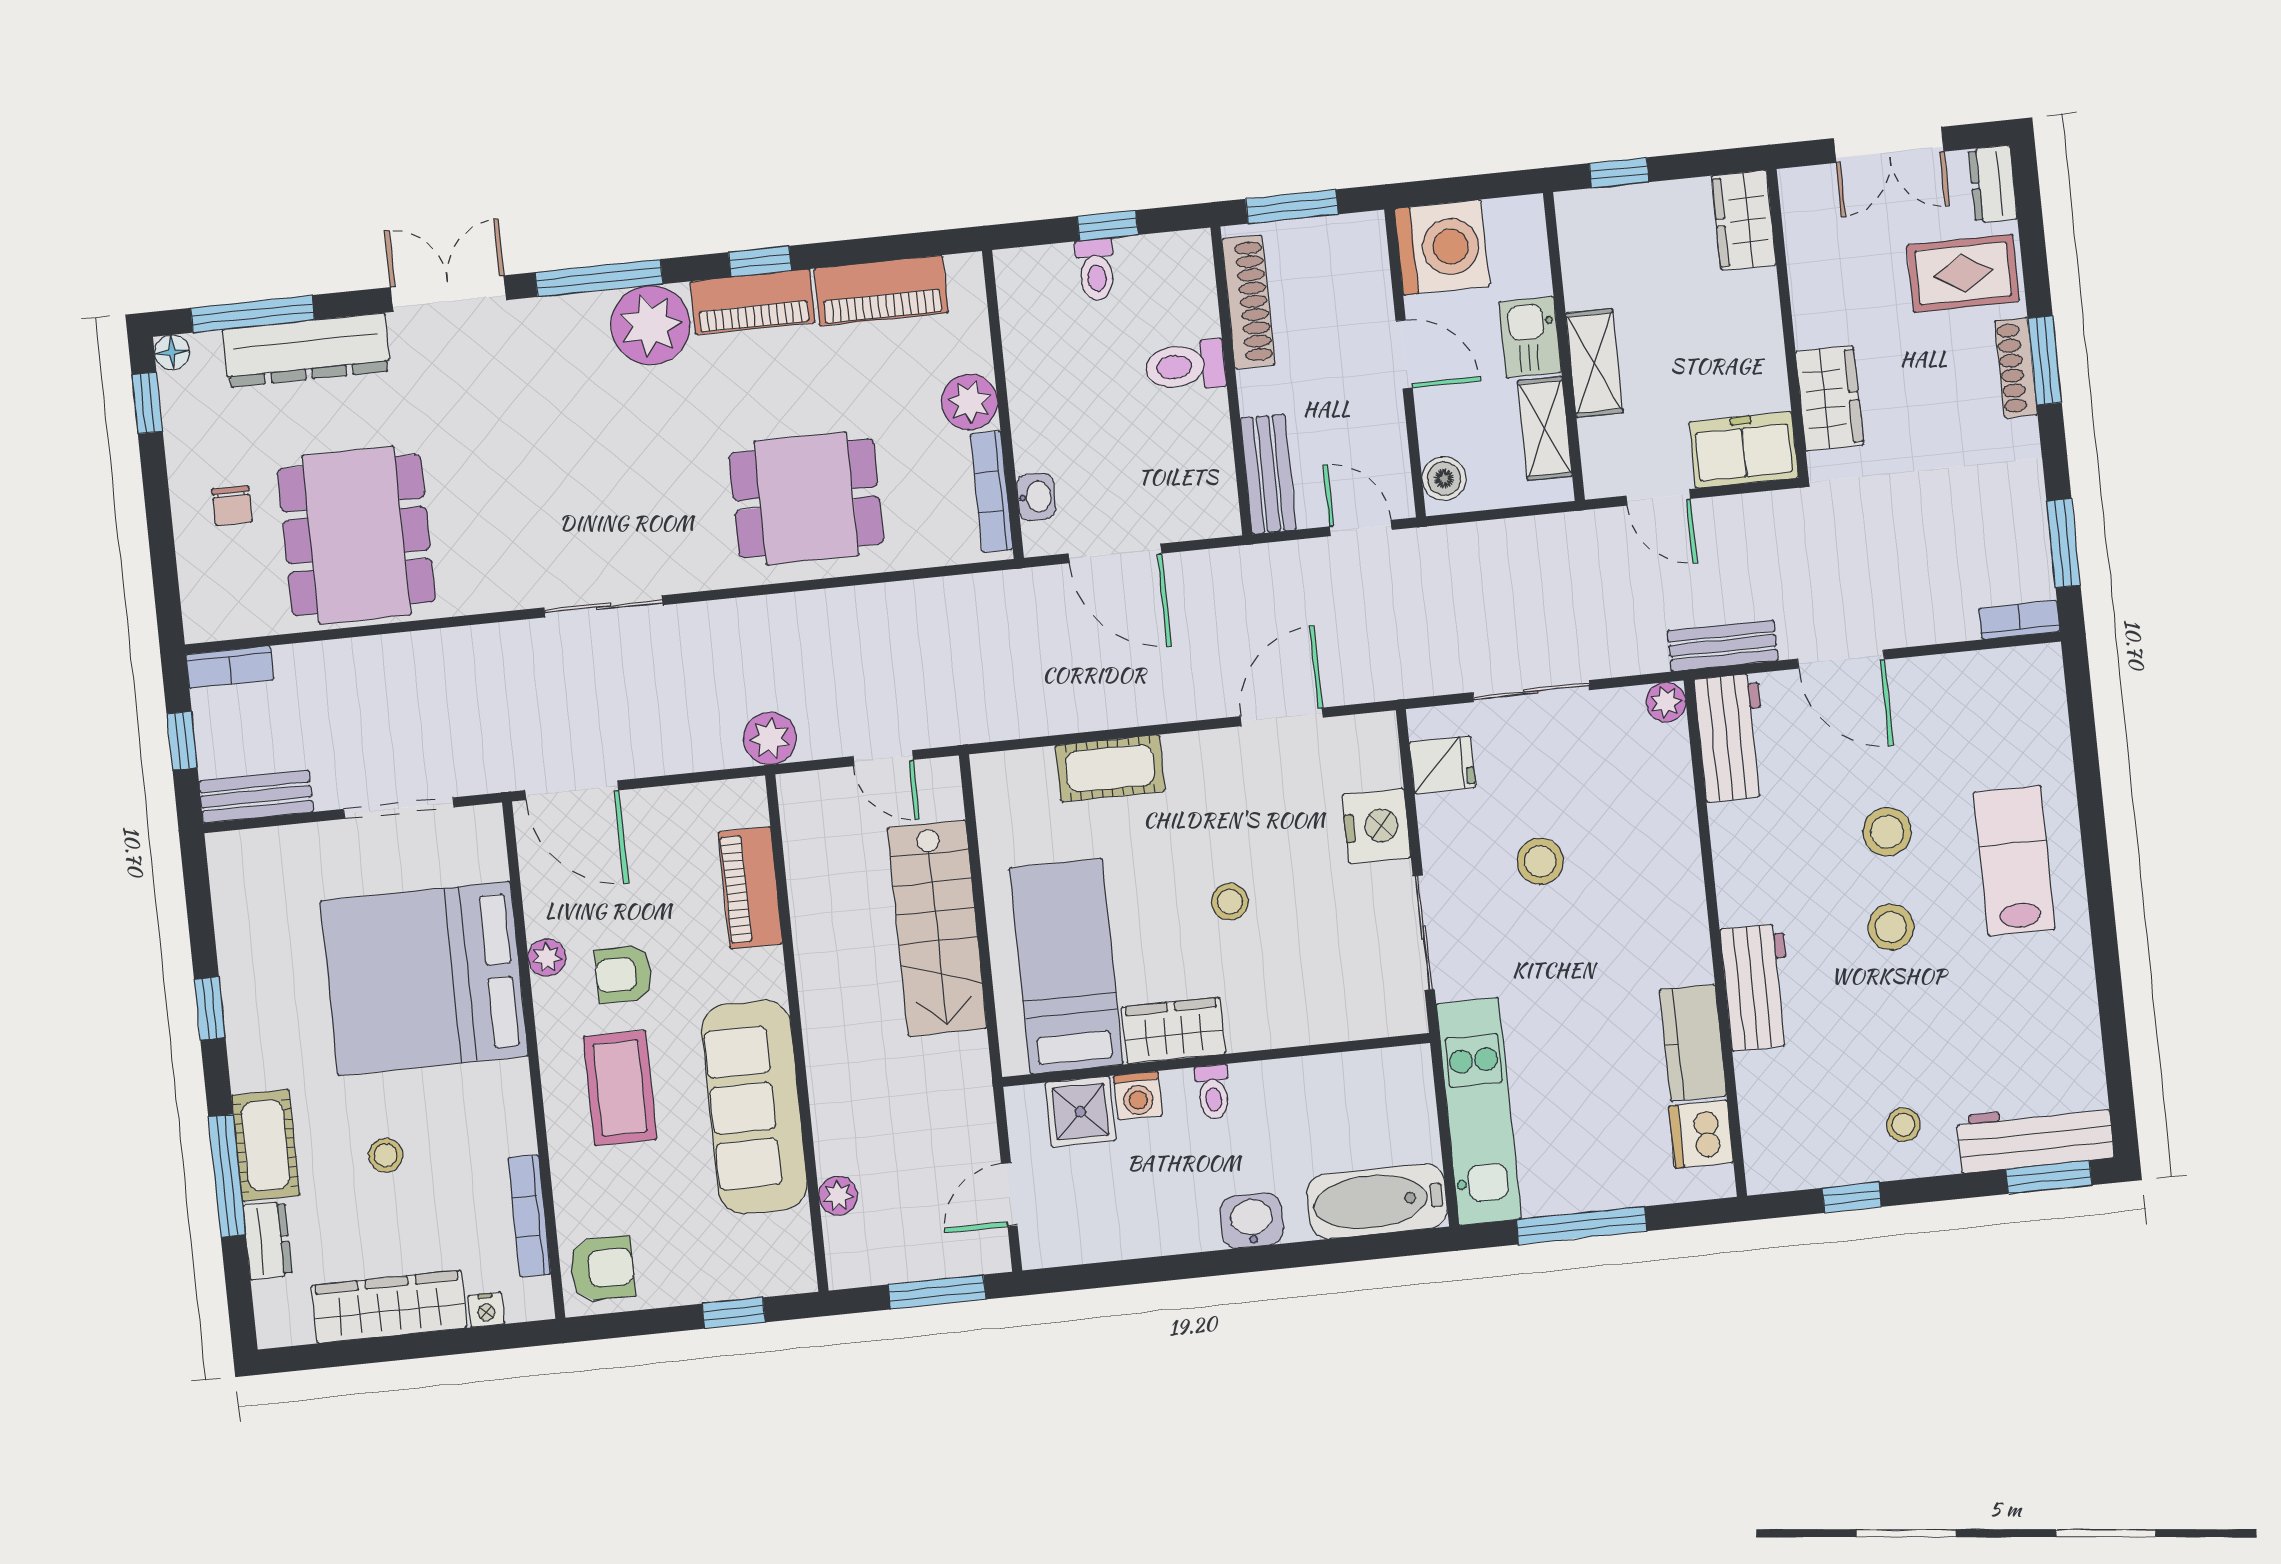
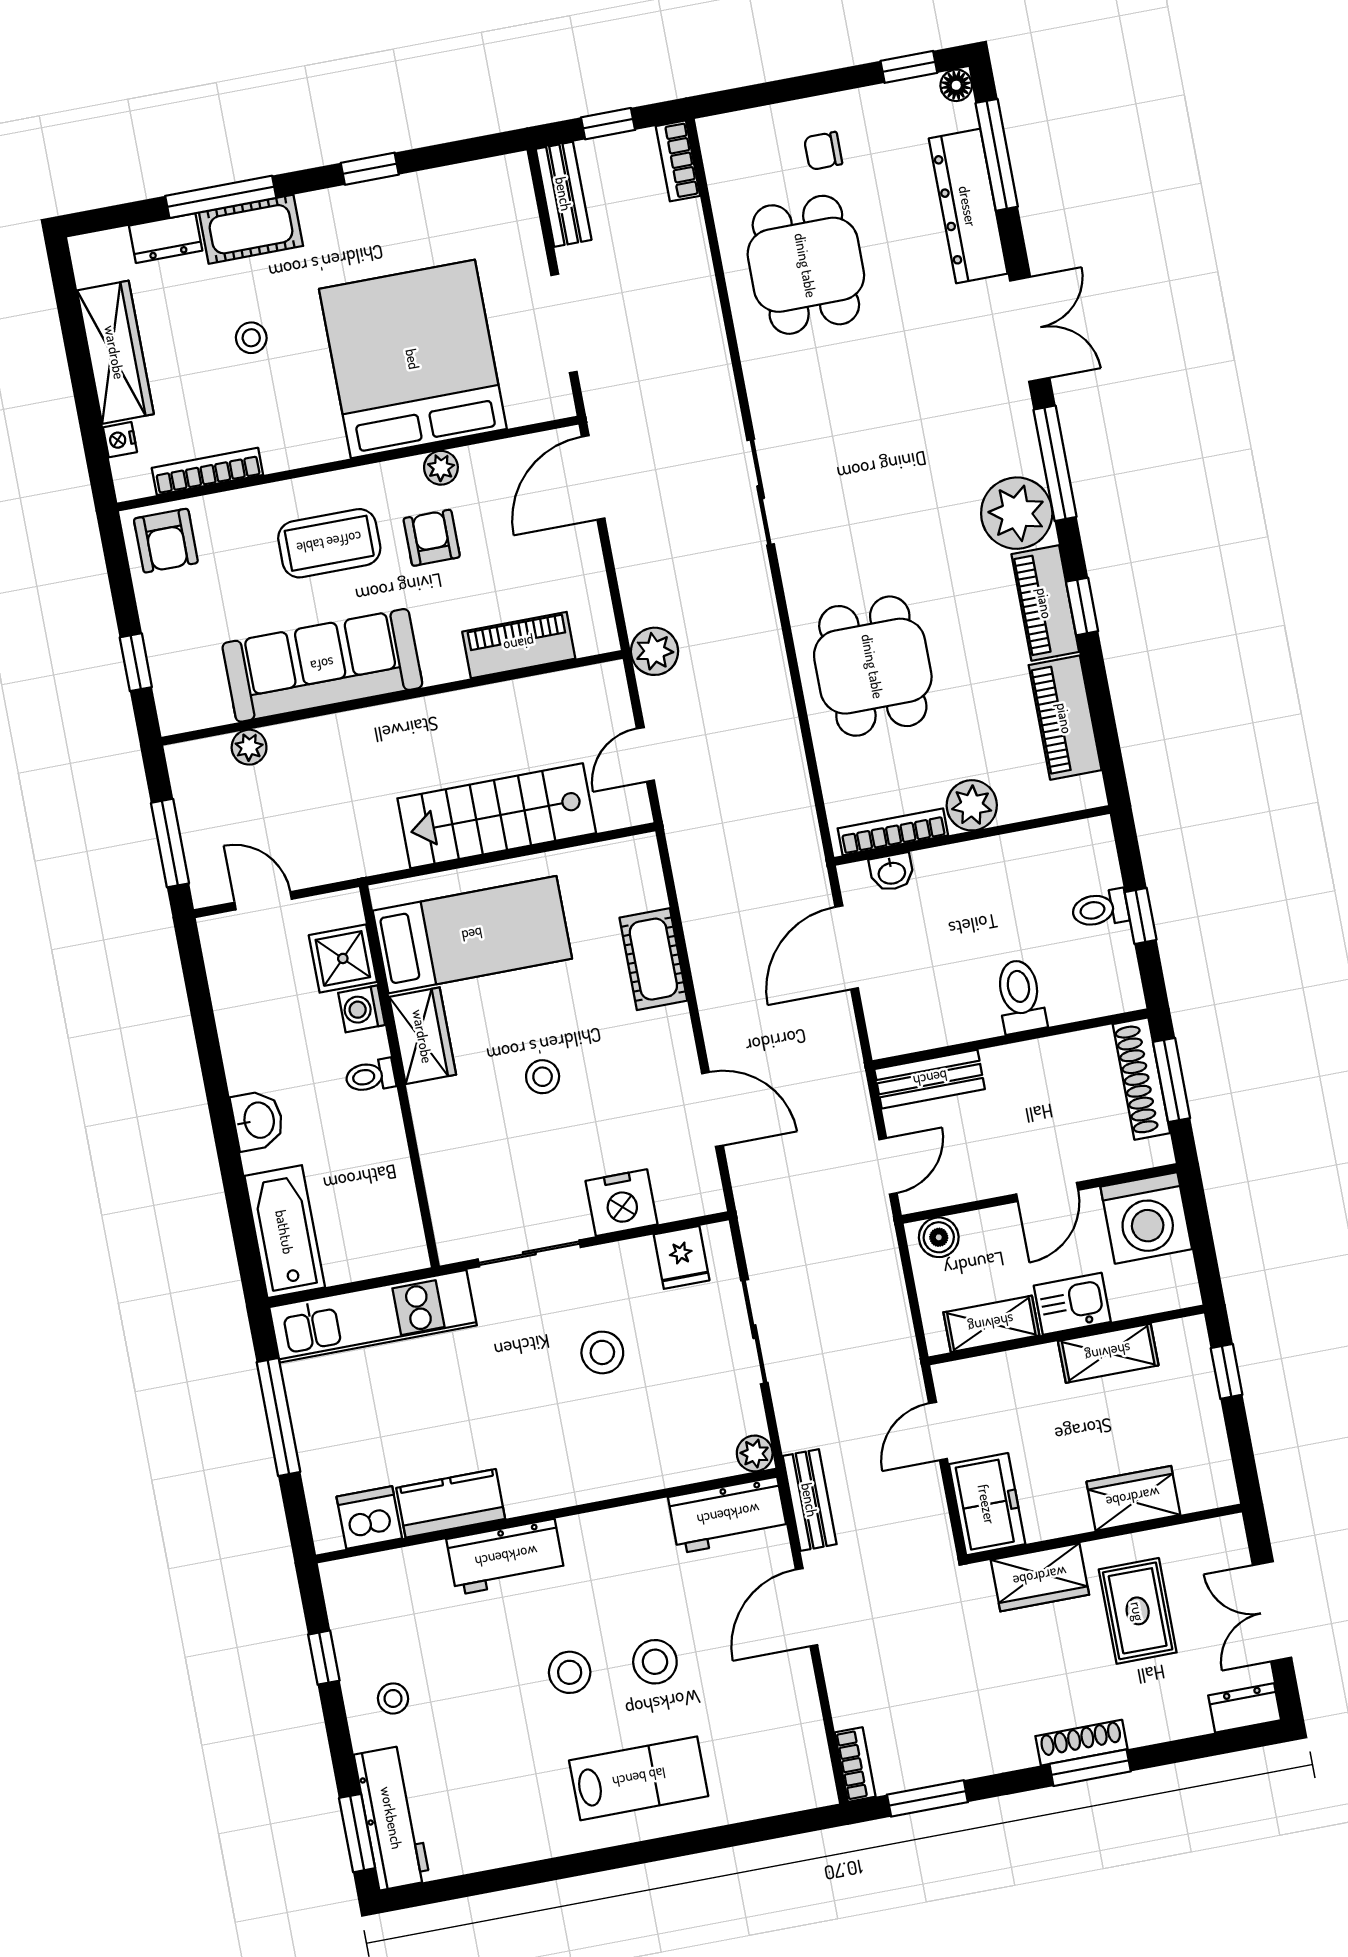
wardrobe: (1744, 220) -> (1133, 1498), moved
rug: (1963, 273) -> (1138, 1611), moved
shoe rack: (1248, 302) -> (1141, 1079), moved, turned 90
shelving: (1594, 363) -> (1108, 1353), moved
dining table: (356, 535) -> (806, 265), width x0.73

